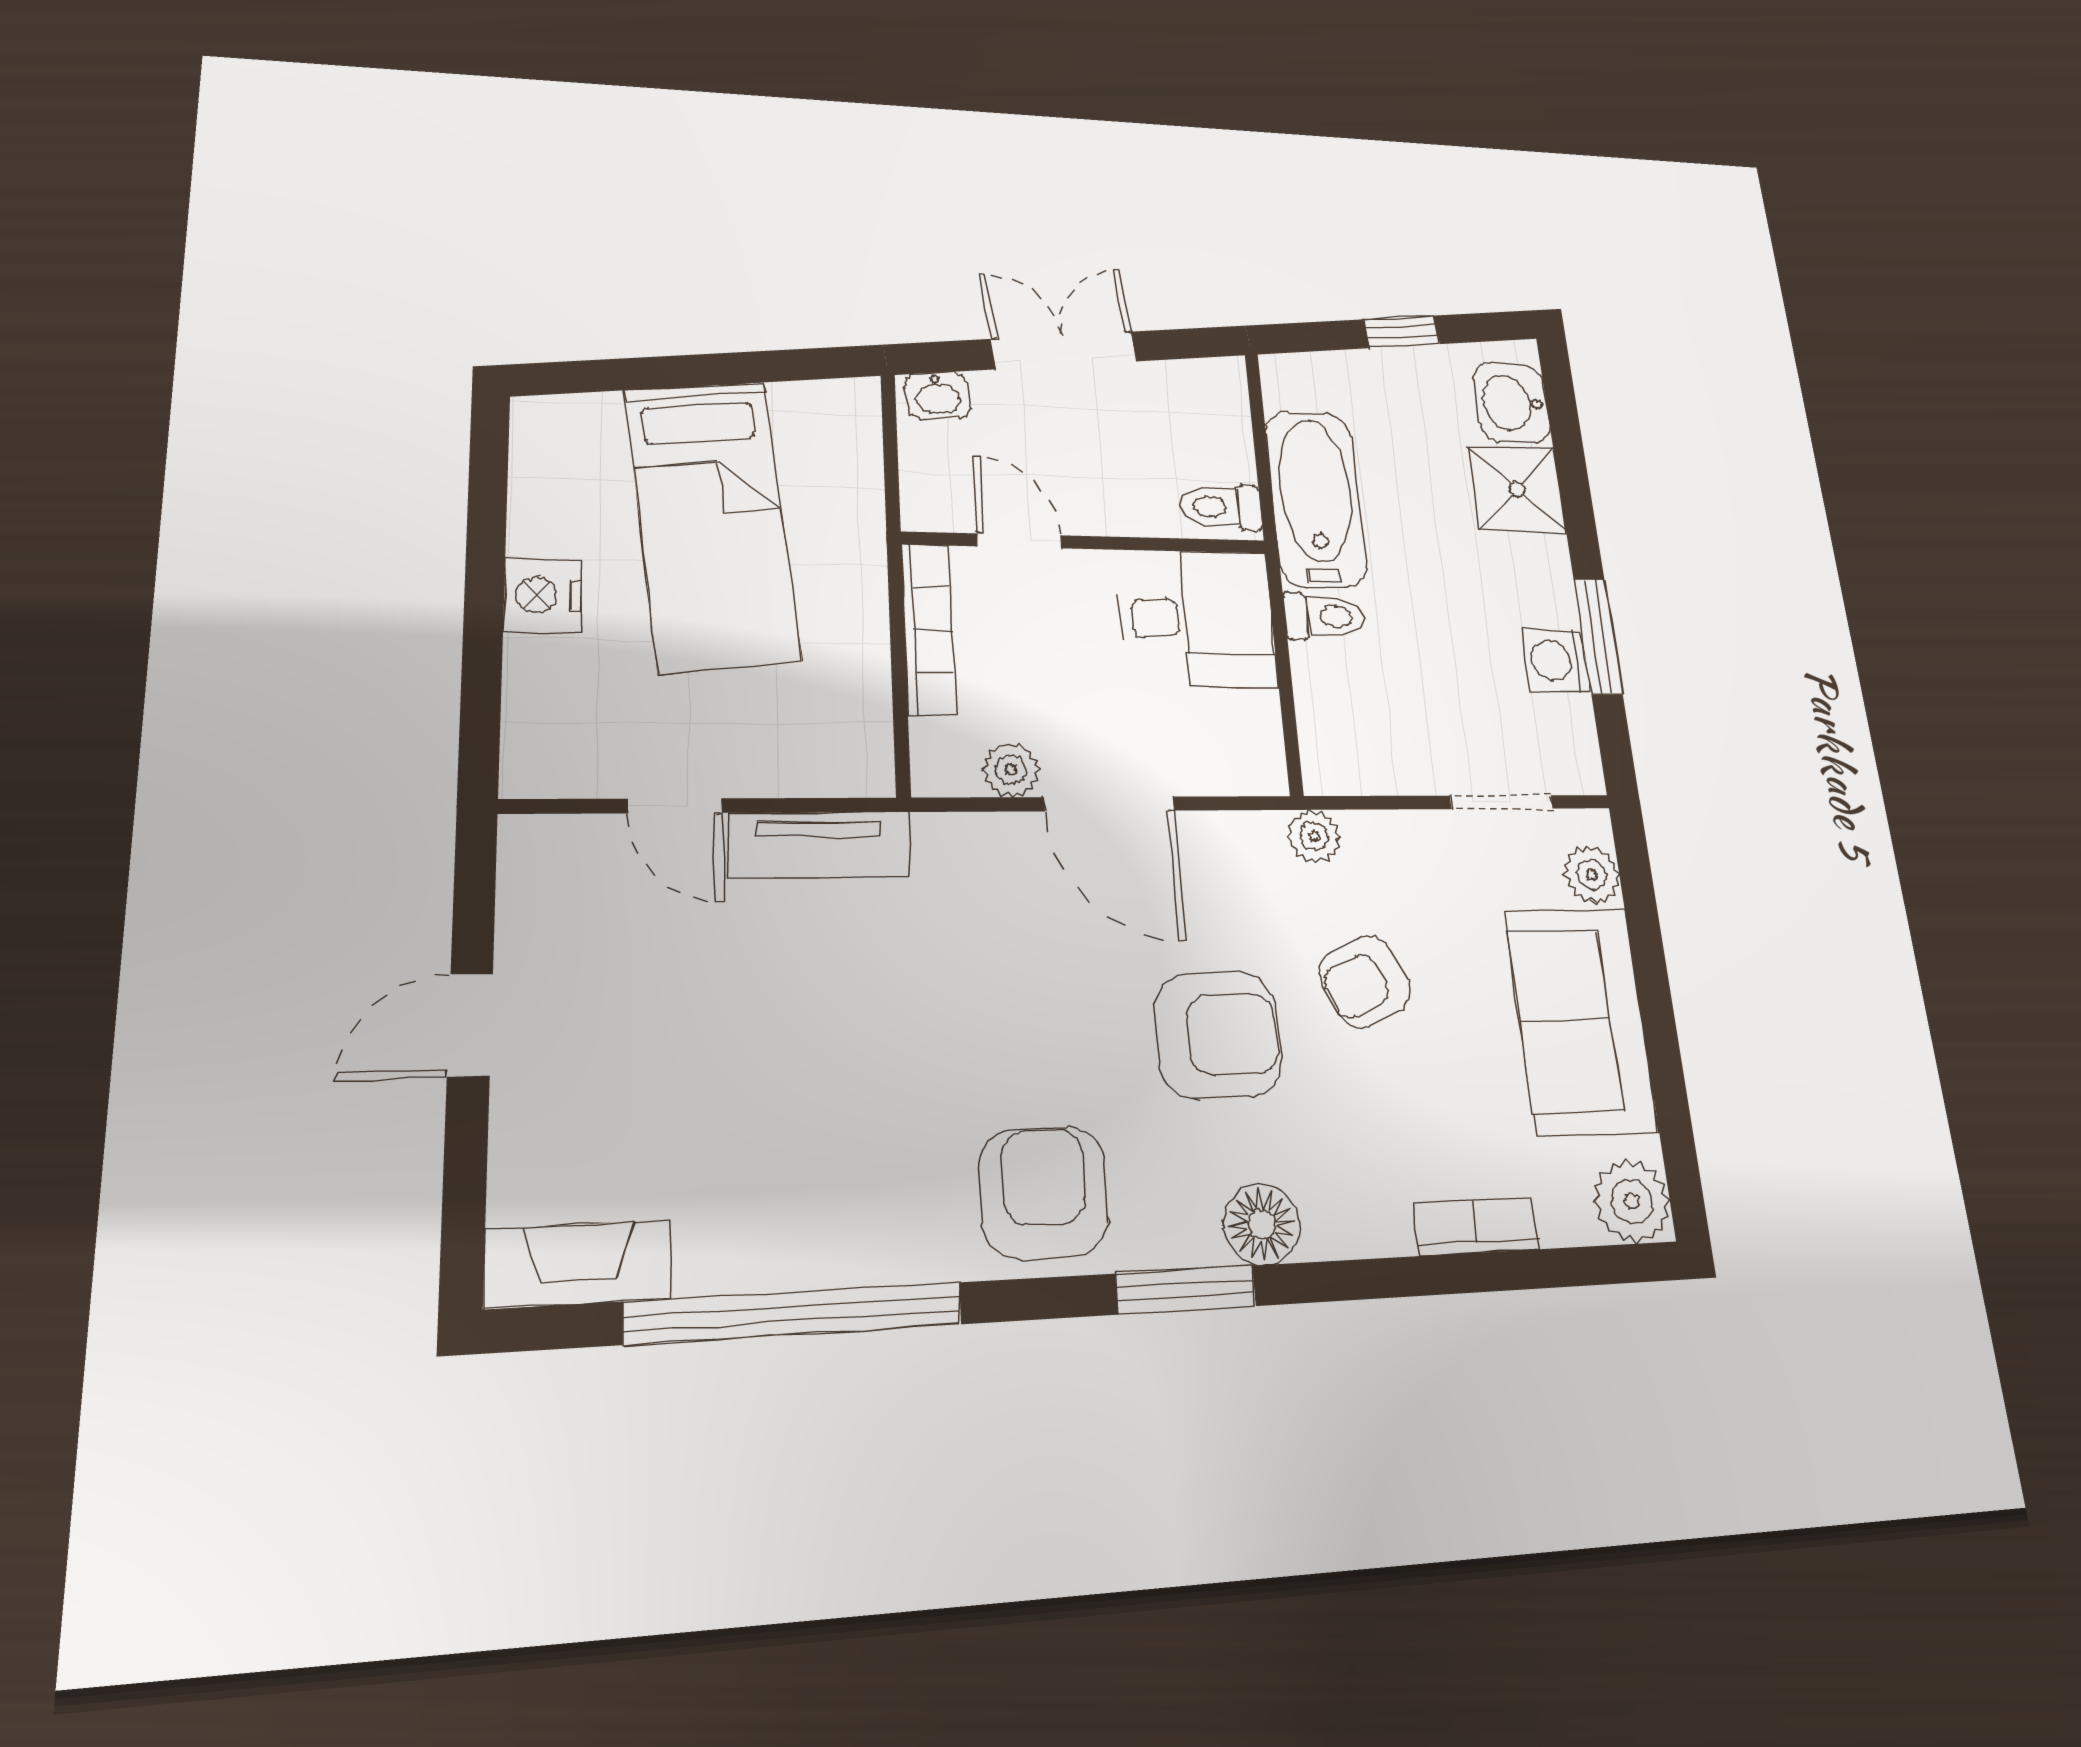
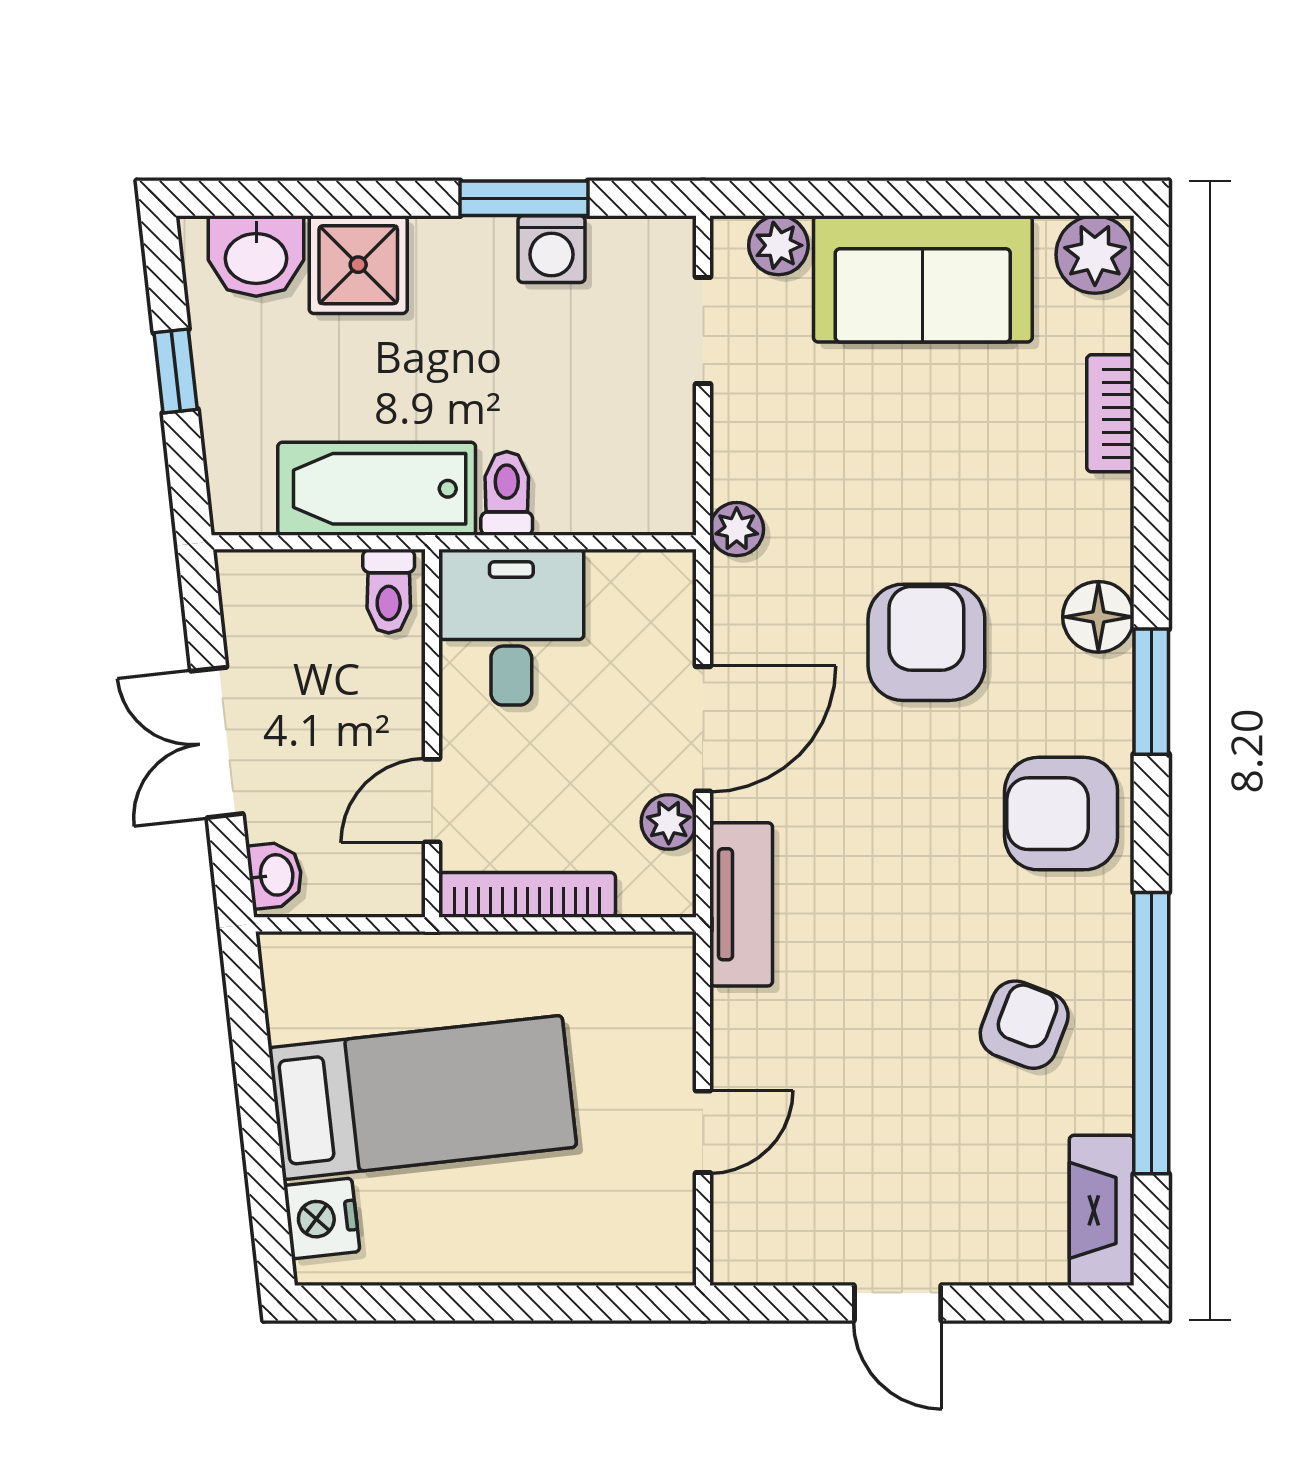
nightstand: (543, 595) -> (322, 1218), moved, turned 84
tv unit: (819, 845) -> (741, 904), moved
armchair: (1365, 981) -> (1024, 1025), moved, turned -134

